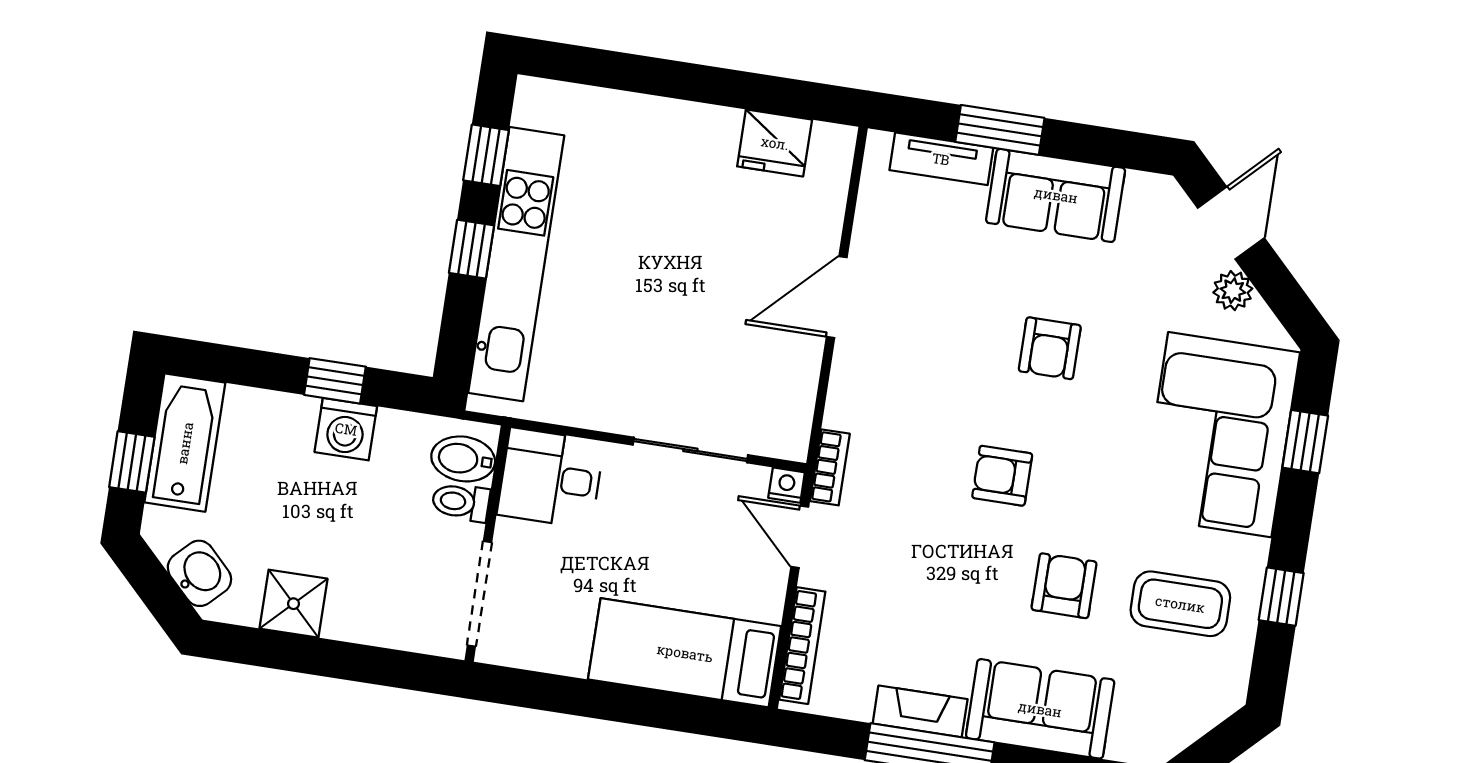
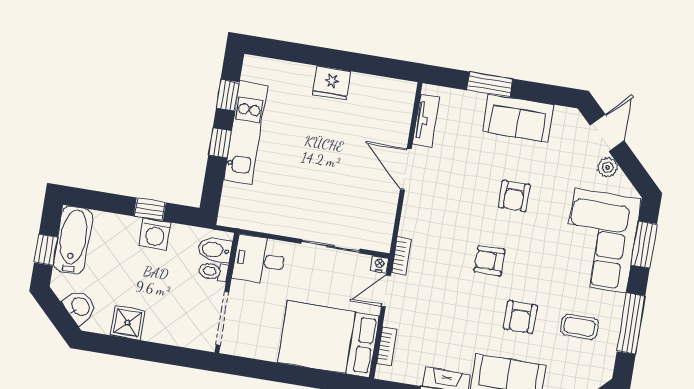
fridge: (775, 143) -> (332, 83), moved
tv unit: (941, 159) -> (426, 121), moved, turned -90
kitchen unit: (516, 264) -> (246, 133), width x0.73
door: (837, 297) -> (406, 169), hinge flipped
window: (1305, 442) -> (644, 245), width x1.50
door: (800, 537) -> (386, 291), hinge flipped
armchair: (1064, 586) -> (520, 317), turned 180
window: (1281, 597) -> (631, 324), width x2.17
coffee table: (1180, 604) -> (580, 327), width x0.73, depth x0.77
bookcase: (802, 646) -> (387, 346), width x0.64
bed: (685, 653) -> (328, 339), width x1.50

